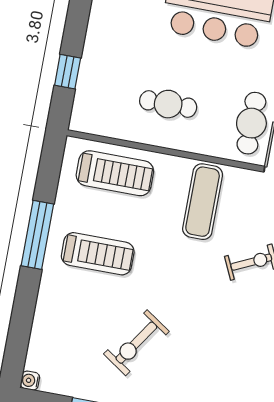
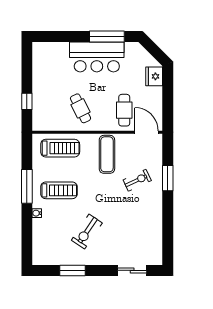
cafe table: (168, 104) -> (81, 108), turned 64
water cooler: (30, 381) -> (37, 213), moved

